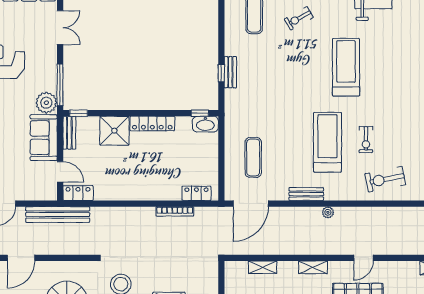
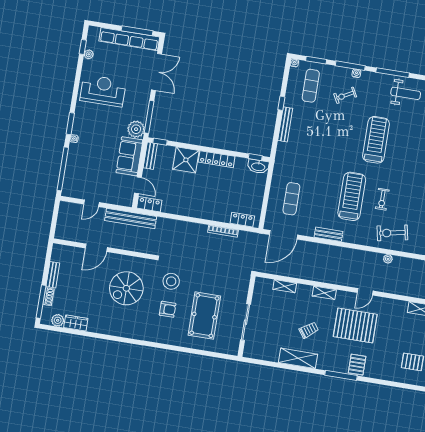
double door: (60, 28) -> (156, 72), width x1.37
bench: (230, 72) -> (285, 124), width x1.36
window: (221, 73) -> (281, 103), moved
plant: (328, 212) -> (388, 259), moved

